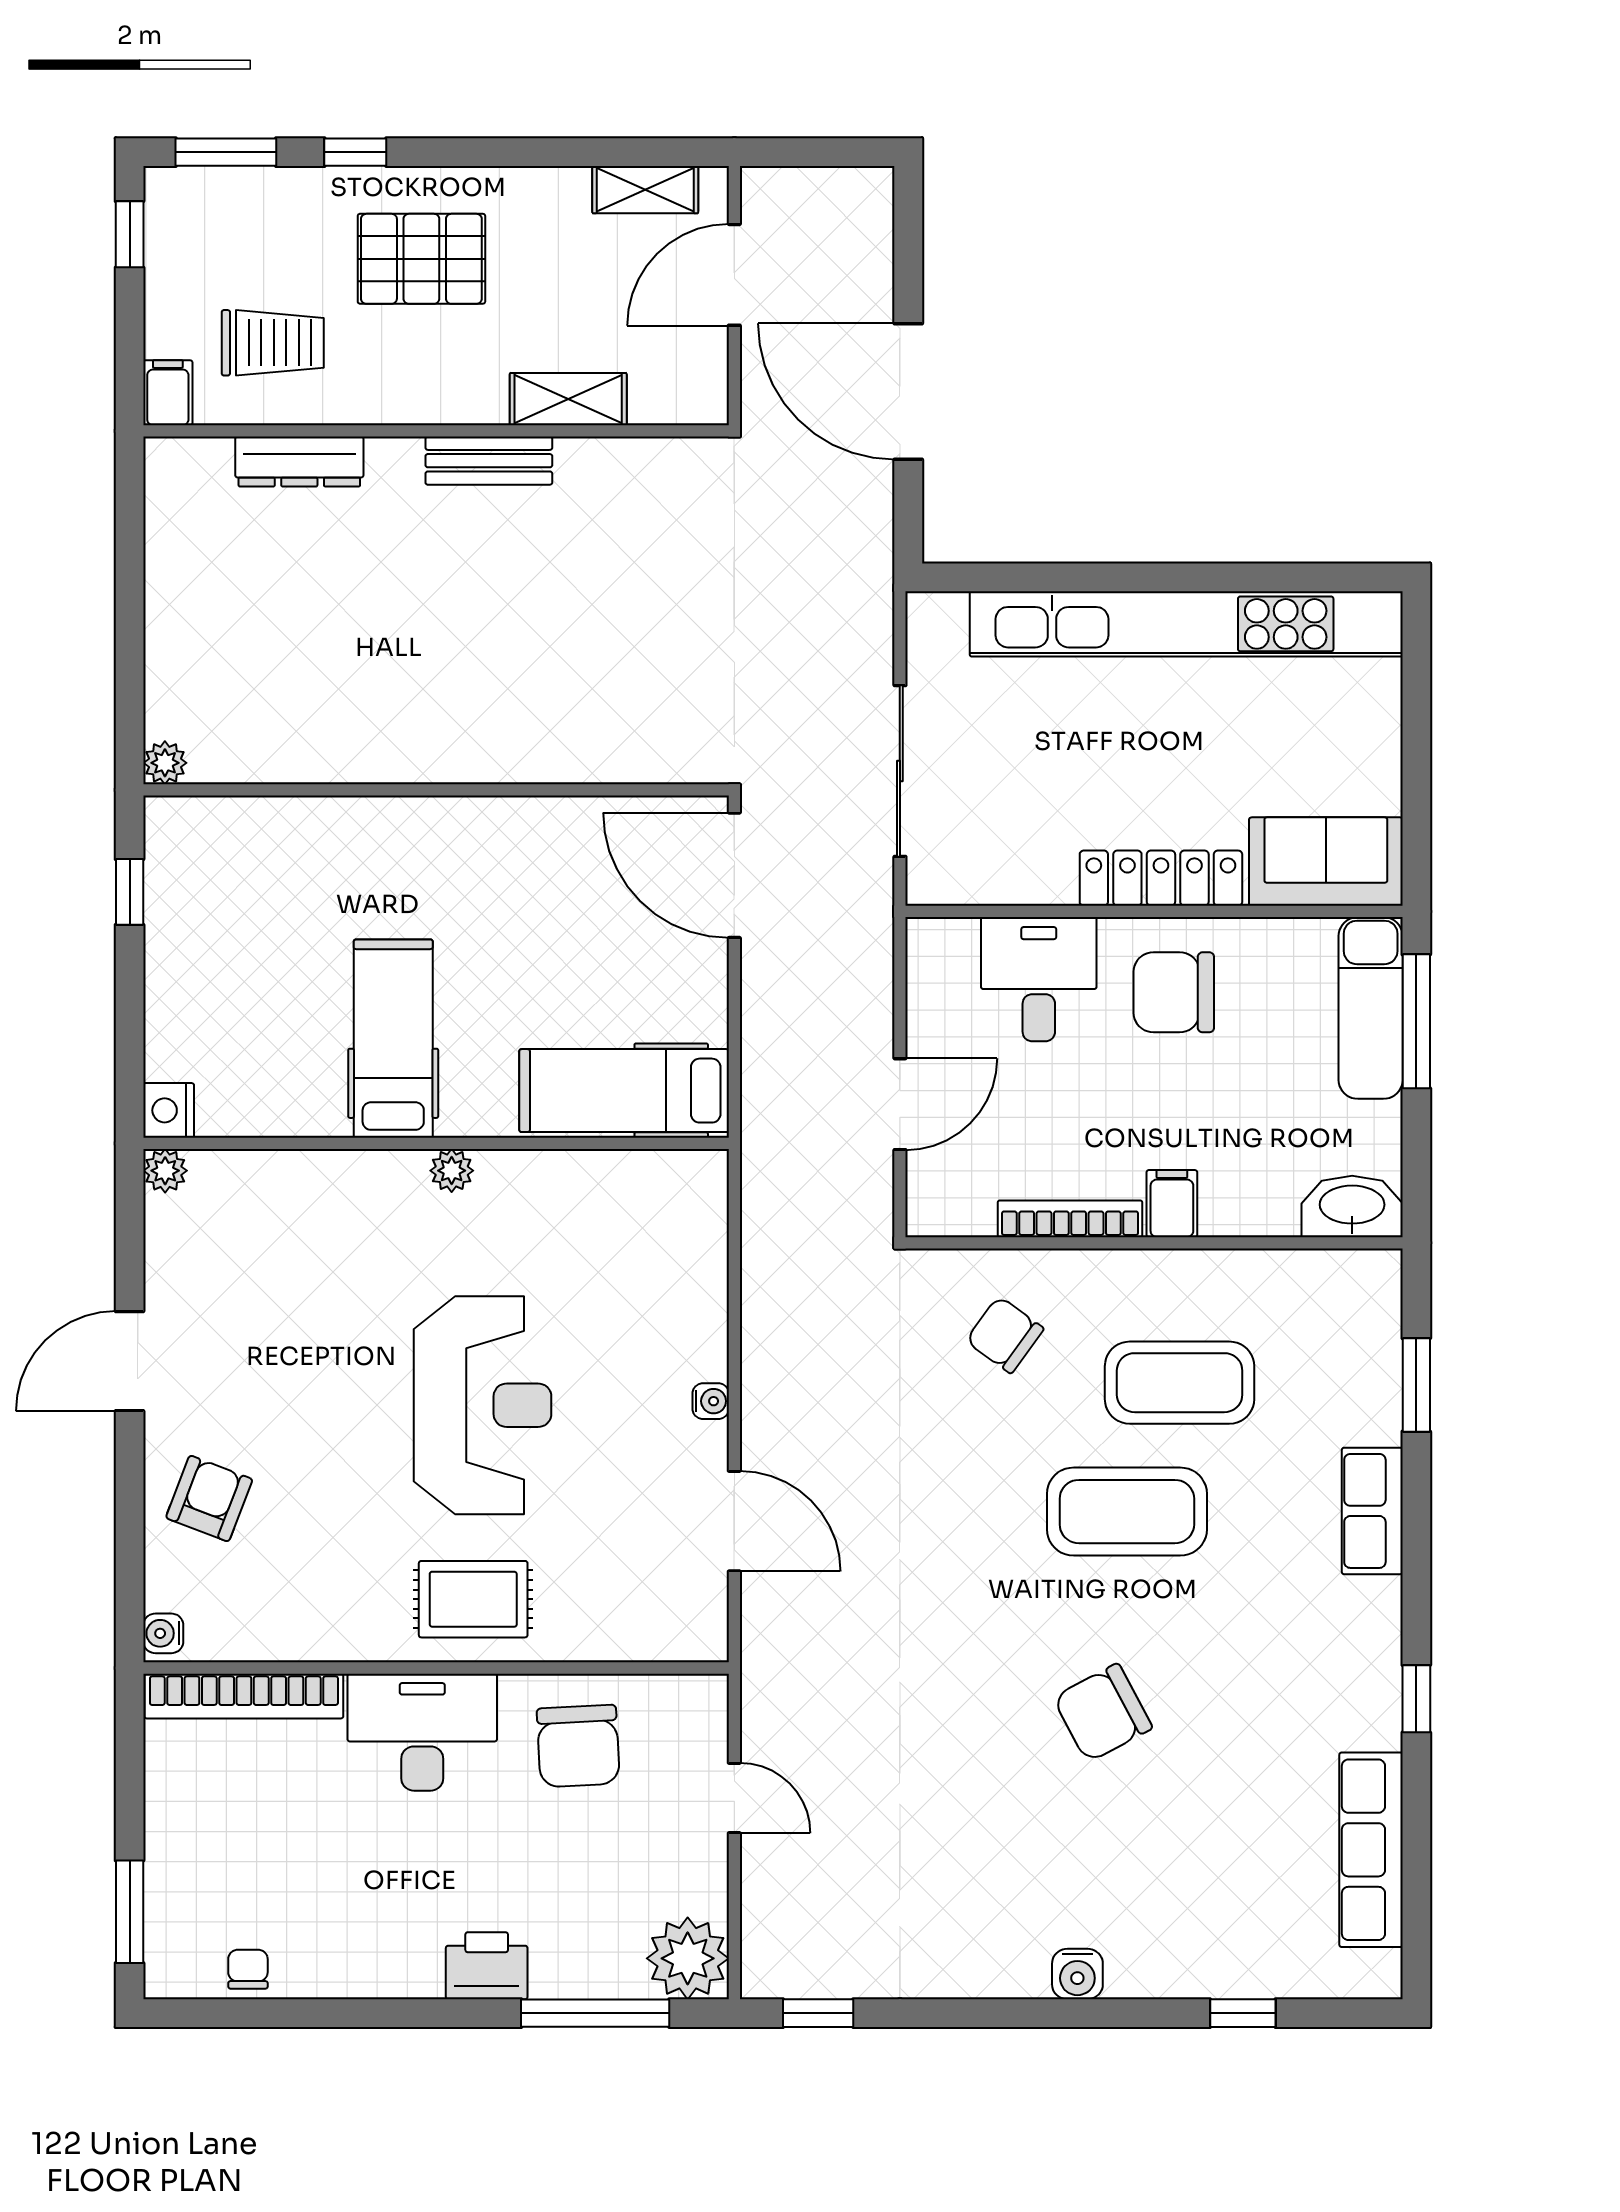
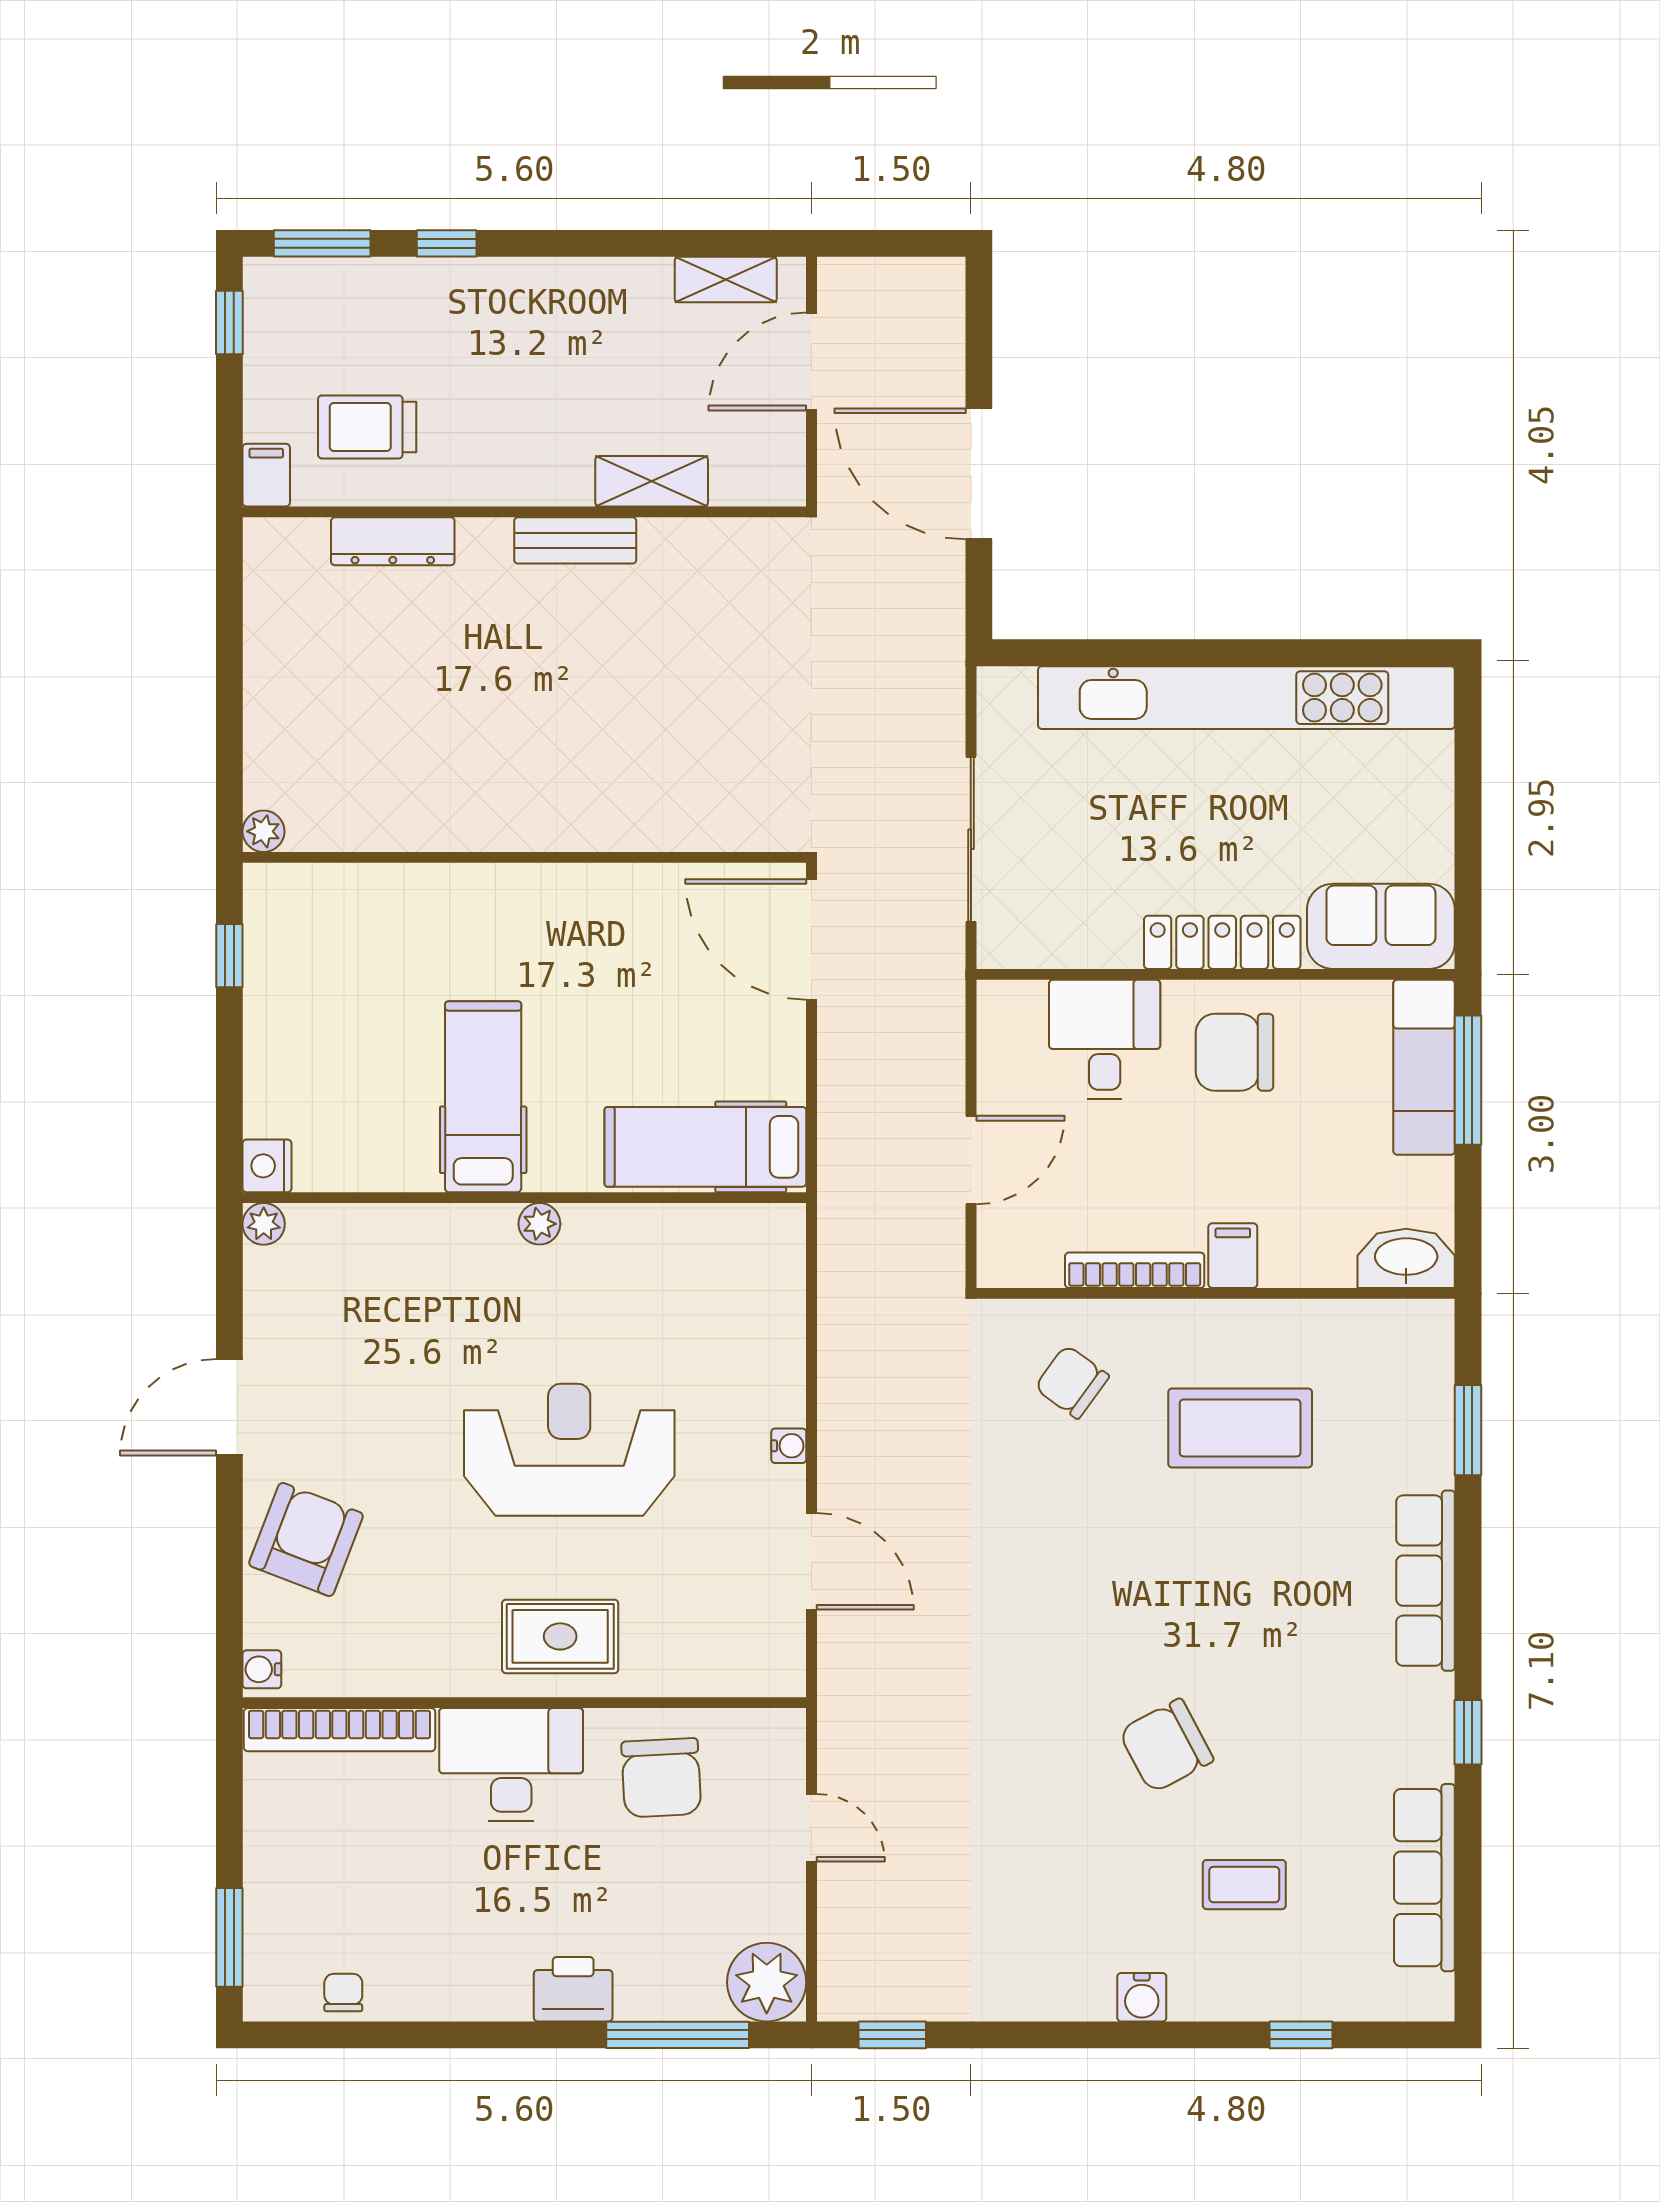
pallet: (421, 259) -> (510, 346), removed
trolley: (273, 343) -> (367, 427), turned 180
reception desk: (483, 1405) -> (569, 1450), turned -90
armchair: (209, 1498) -> (306, 1539), width x1.38, depth x1.38
row of seats: (1372, 1511) -> (1426, 1581), width x1.48
coffee table: (1127, 1512) -> (1244, 1885), moved, width x0.54, depth x0.58

